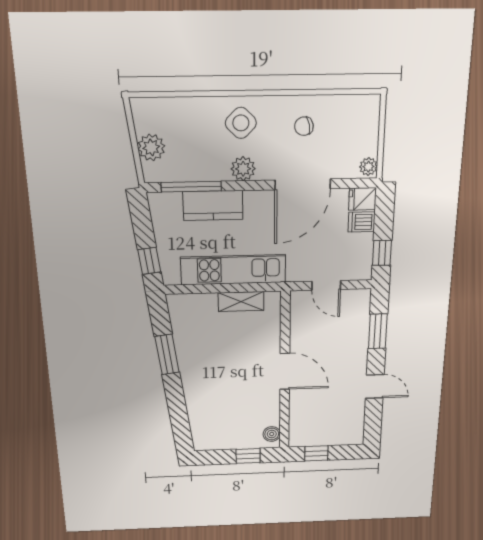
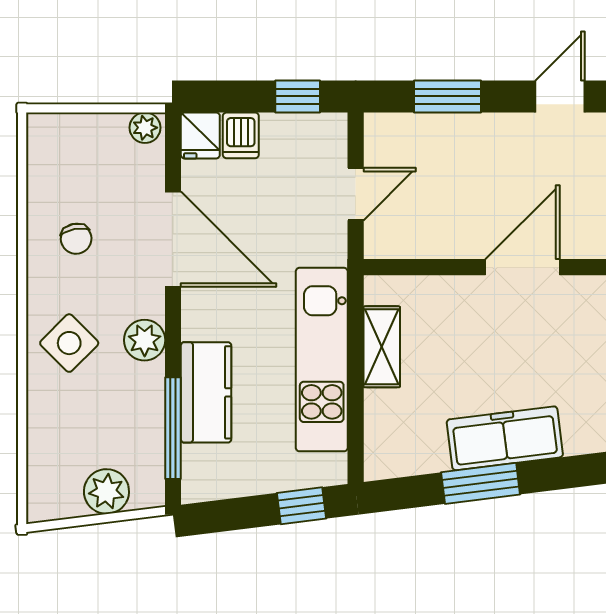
freezer: (192, 366) -> (505, 438), added

